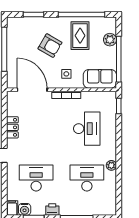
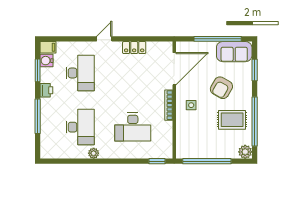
plant: (110, 40) -> (245, 152), moved
sofa: (100, 79) -> (234, 52), moved, turned 90

